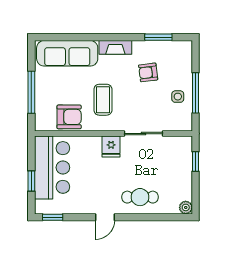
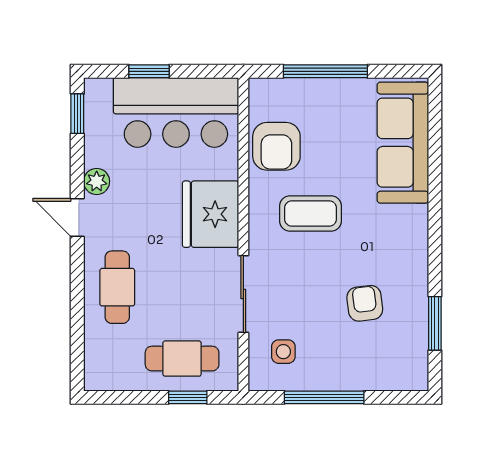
fireplace: (115, 47) -> (415, 238), removed
side table: (178, 97) -> (283, 352), moved
fridge: (111, 147) -> (211, 214), width x1.88, depth x1.34
cafe table: (176, 164) -> (182, 359), added
plant: (186, 207) -> (97, 181), moved

